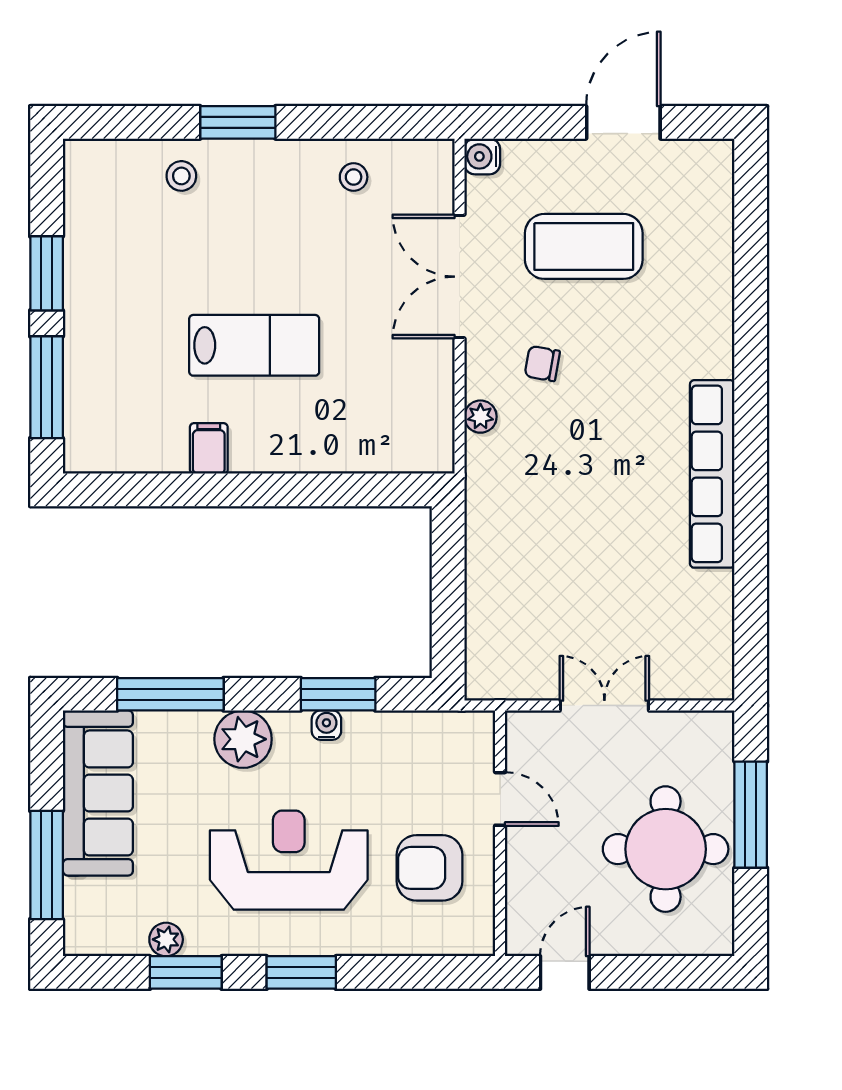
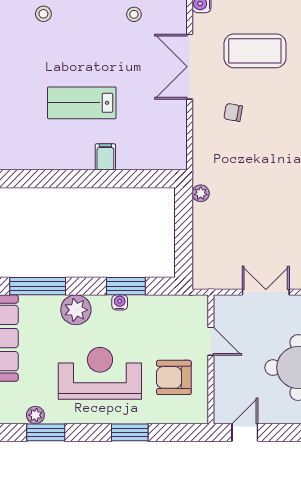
lab bench: (254, 345) -> (82, 103), turned 180
plant: (480, 417) -> (201, 193), moved
filing cabinet: (209, 448) -> (105, 157), moved
window: (301, 972) -> (130, 432), moved

